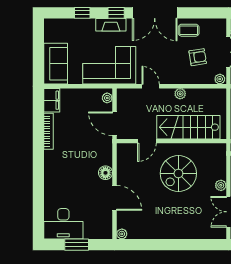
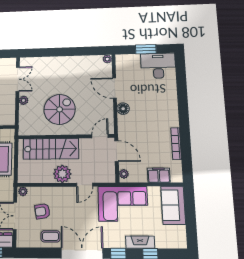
fireplace: (111, 25) -> (140, 242), moved
door: (151, 86) -> (85, 185), hinge flipped
plant: (180, 94) -> (62, 174), width x1.87, depth x1.87
filing cabinet: (52, 100) -> (159, 175), moved, turned 90
door: (147, 141) -> (100, 136), moved

